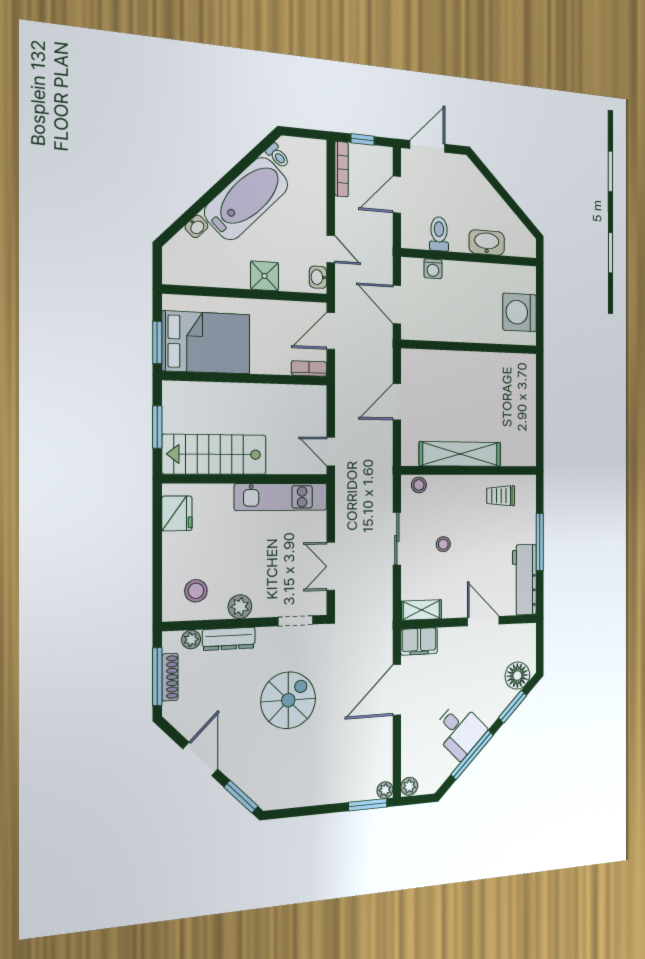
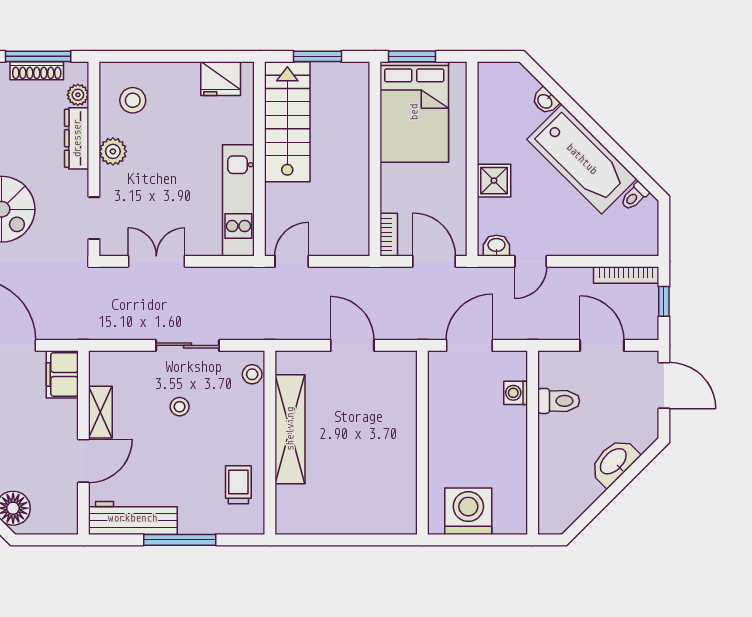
washbasin: (487, 243) -> (614, 462), moved, turned -135
shelving: (421, 610) -> (100, 412), moved

